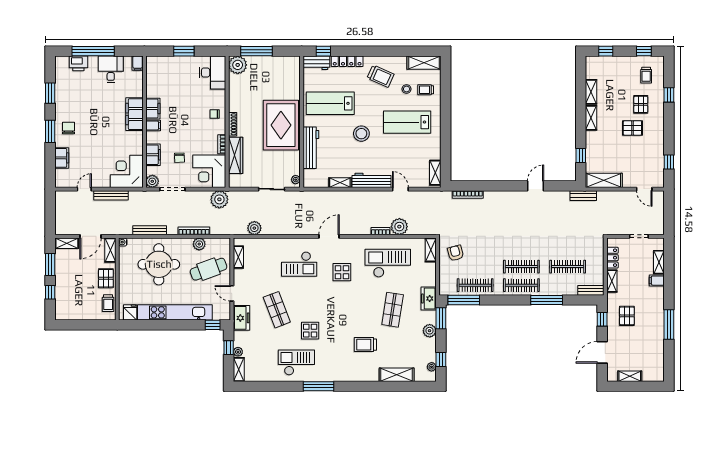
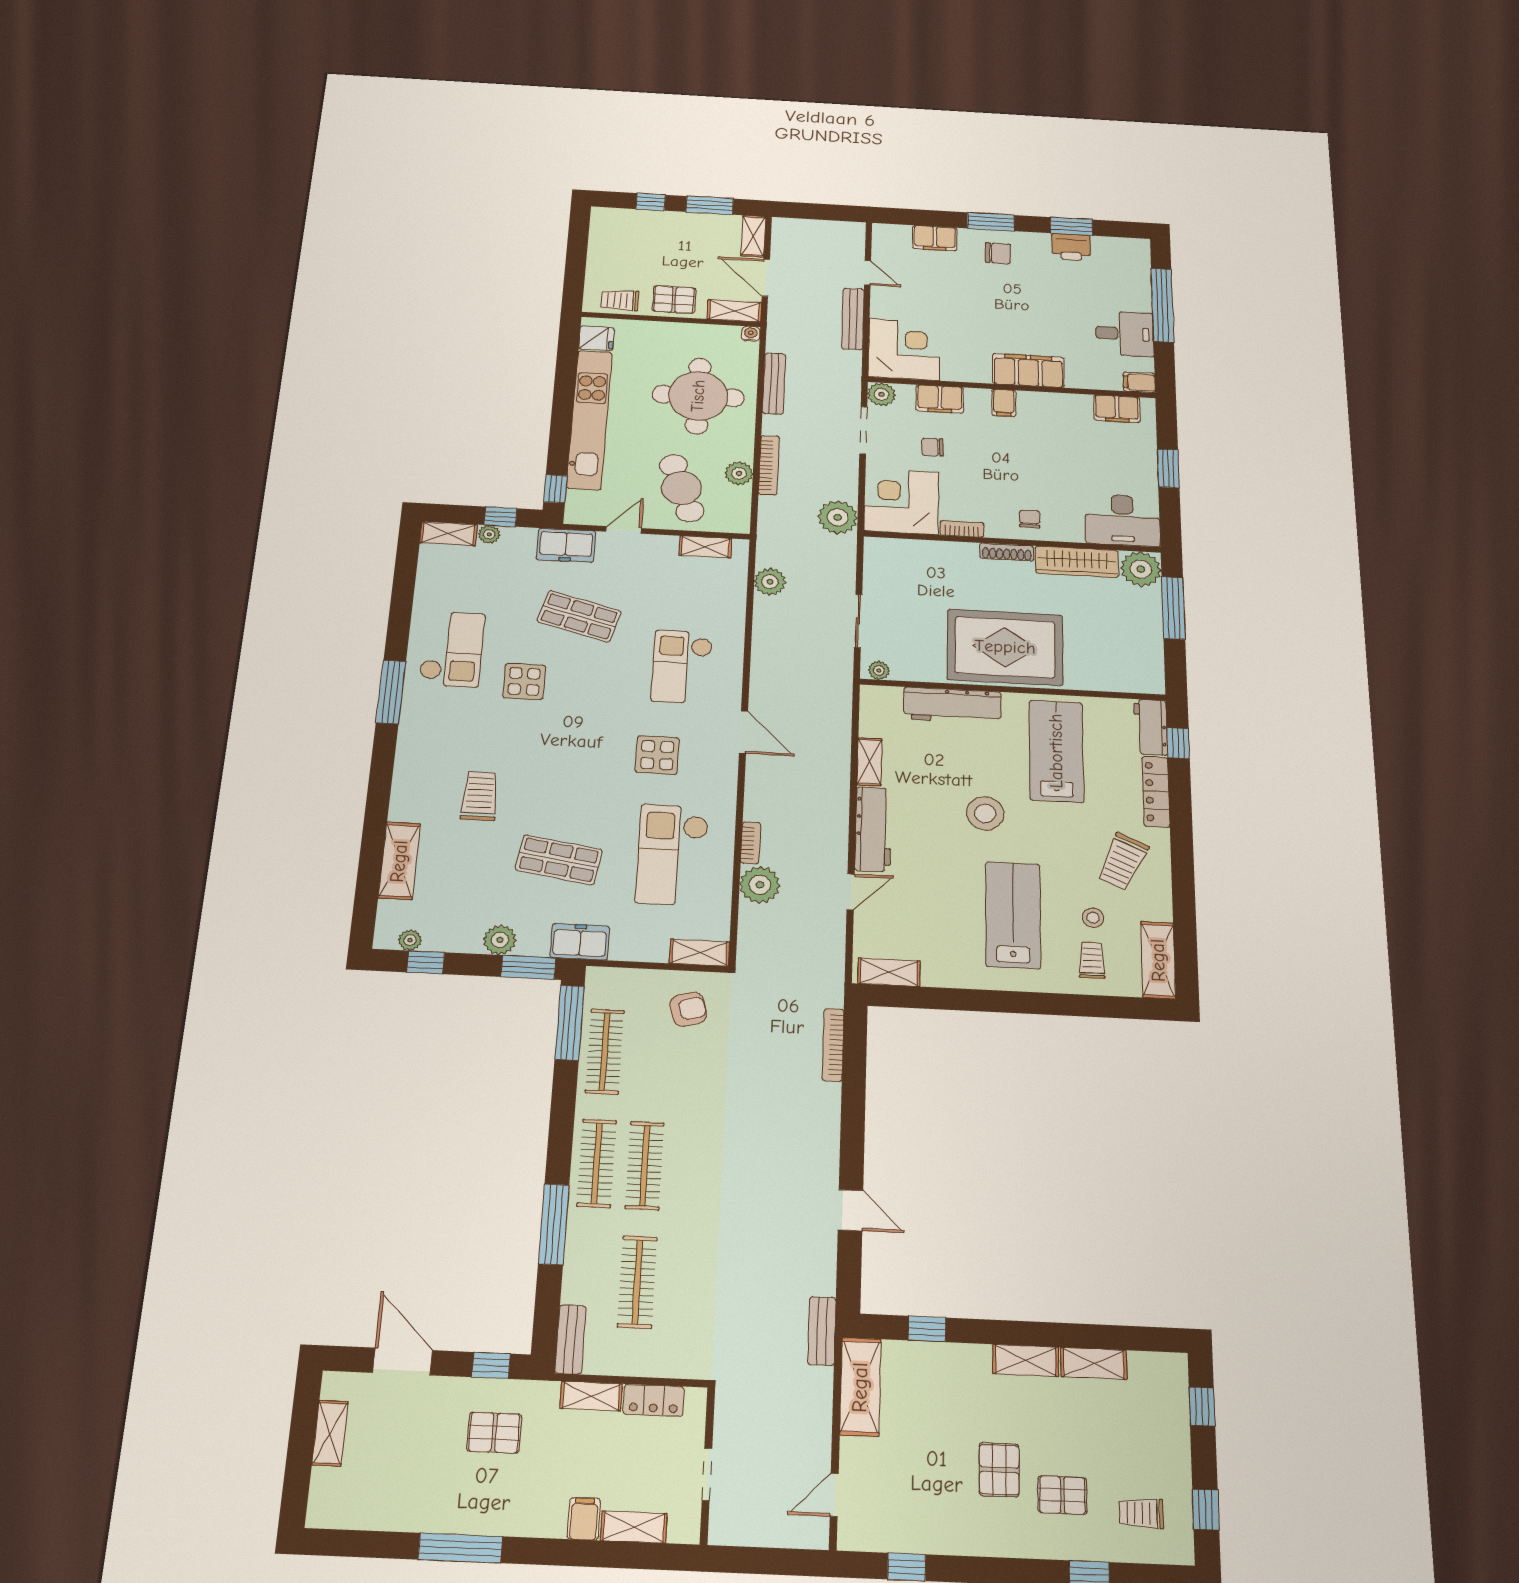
printer: (78, 63) -> (1071, 247), moved, turned -90
filing cabinet: (153, 109) -> (1117, 409), moved
wardrobe: (236, 155) -> (1077, 562), moved
checkout: (388, 263) -> (672, 855), turned 180
shop shelf: (277, 310) -> (579, 616), turned 36

